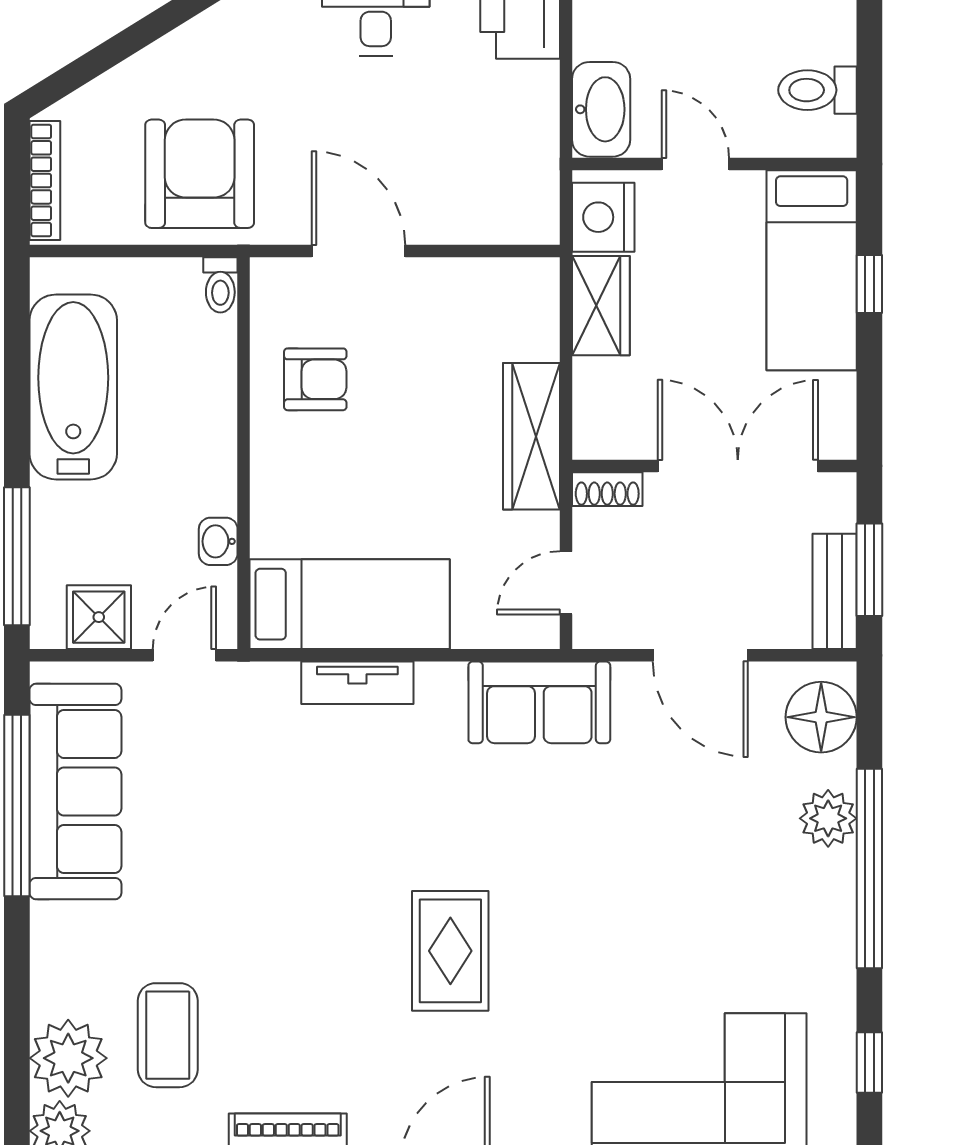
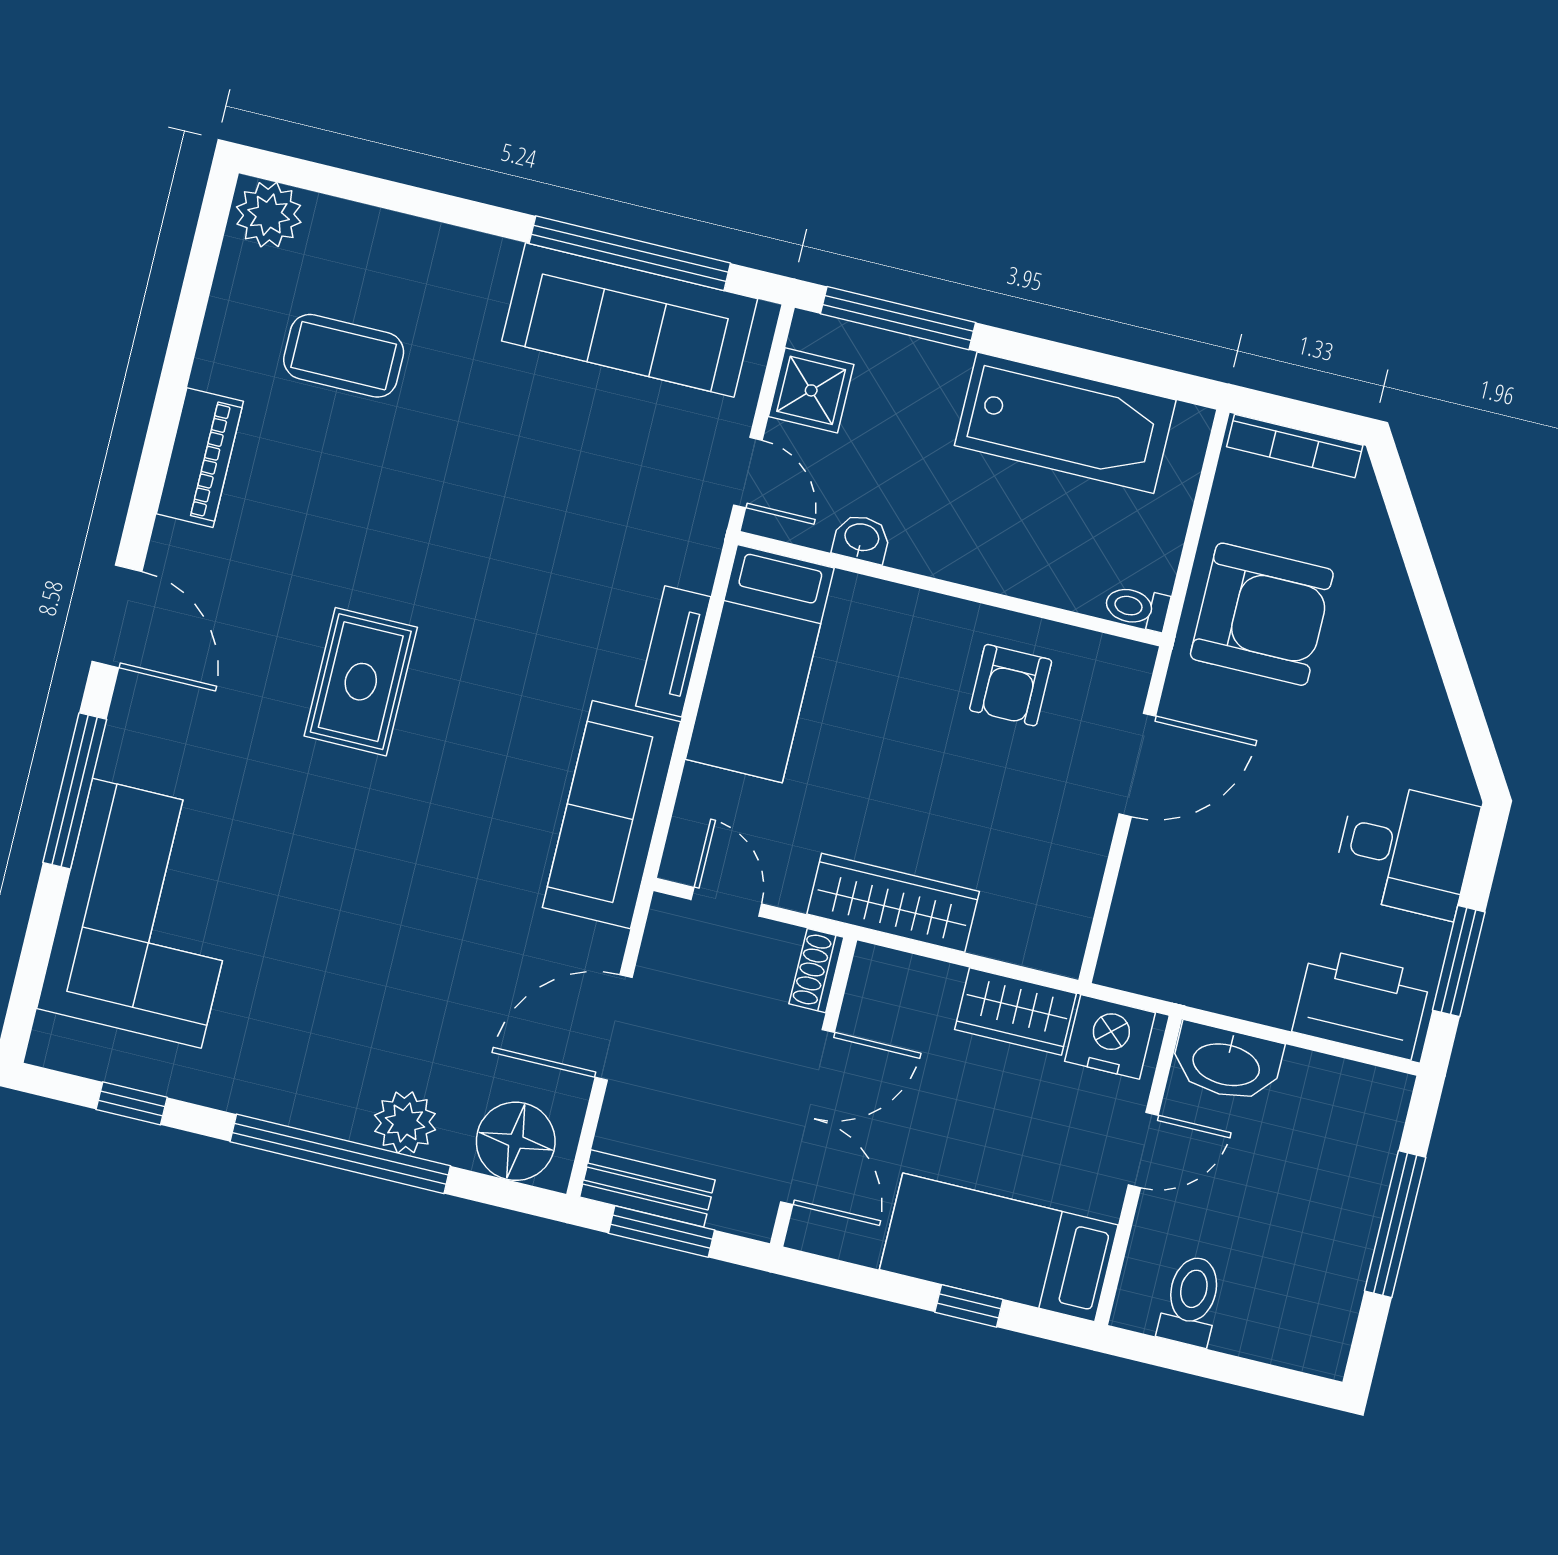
sofa: (539, 702) -> (611, 815), width x1.36
rug: (450, 951) -> (361, 682), turned 90
plant: (68, 1058) -> (345, 243), removed

